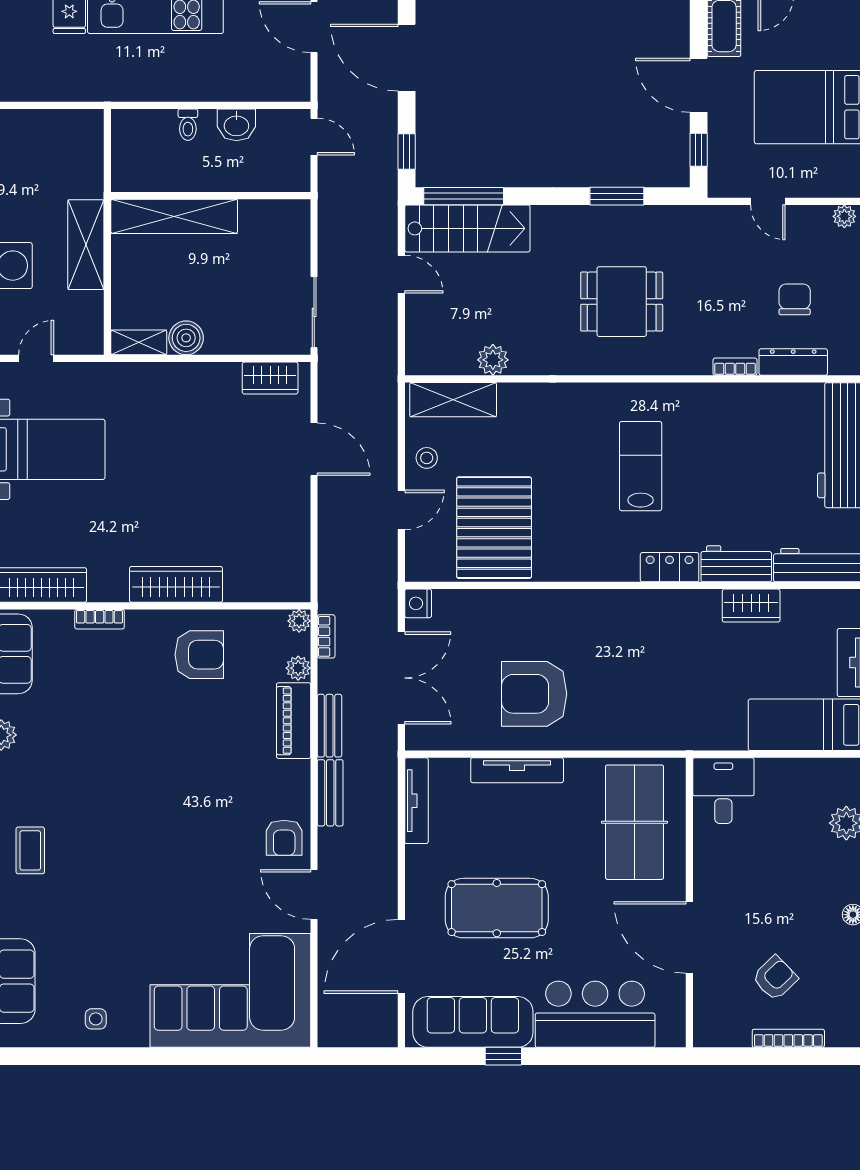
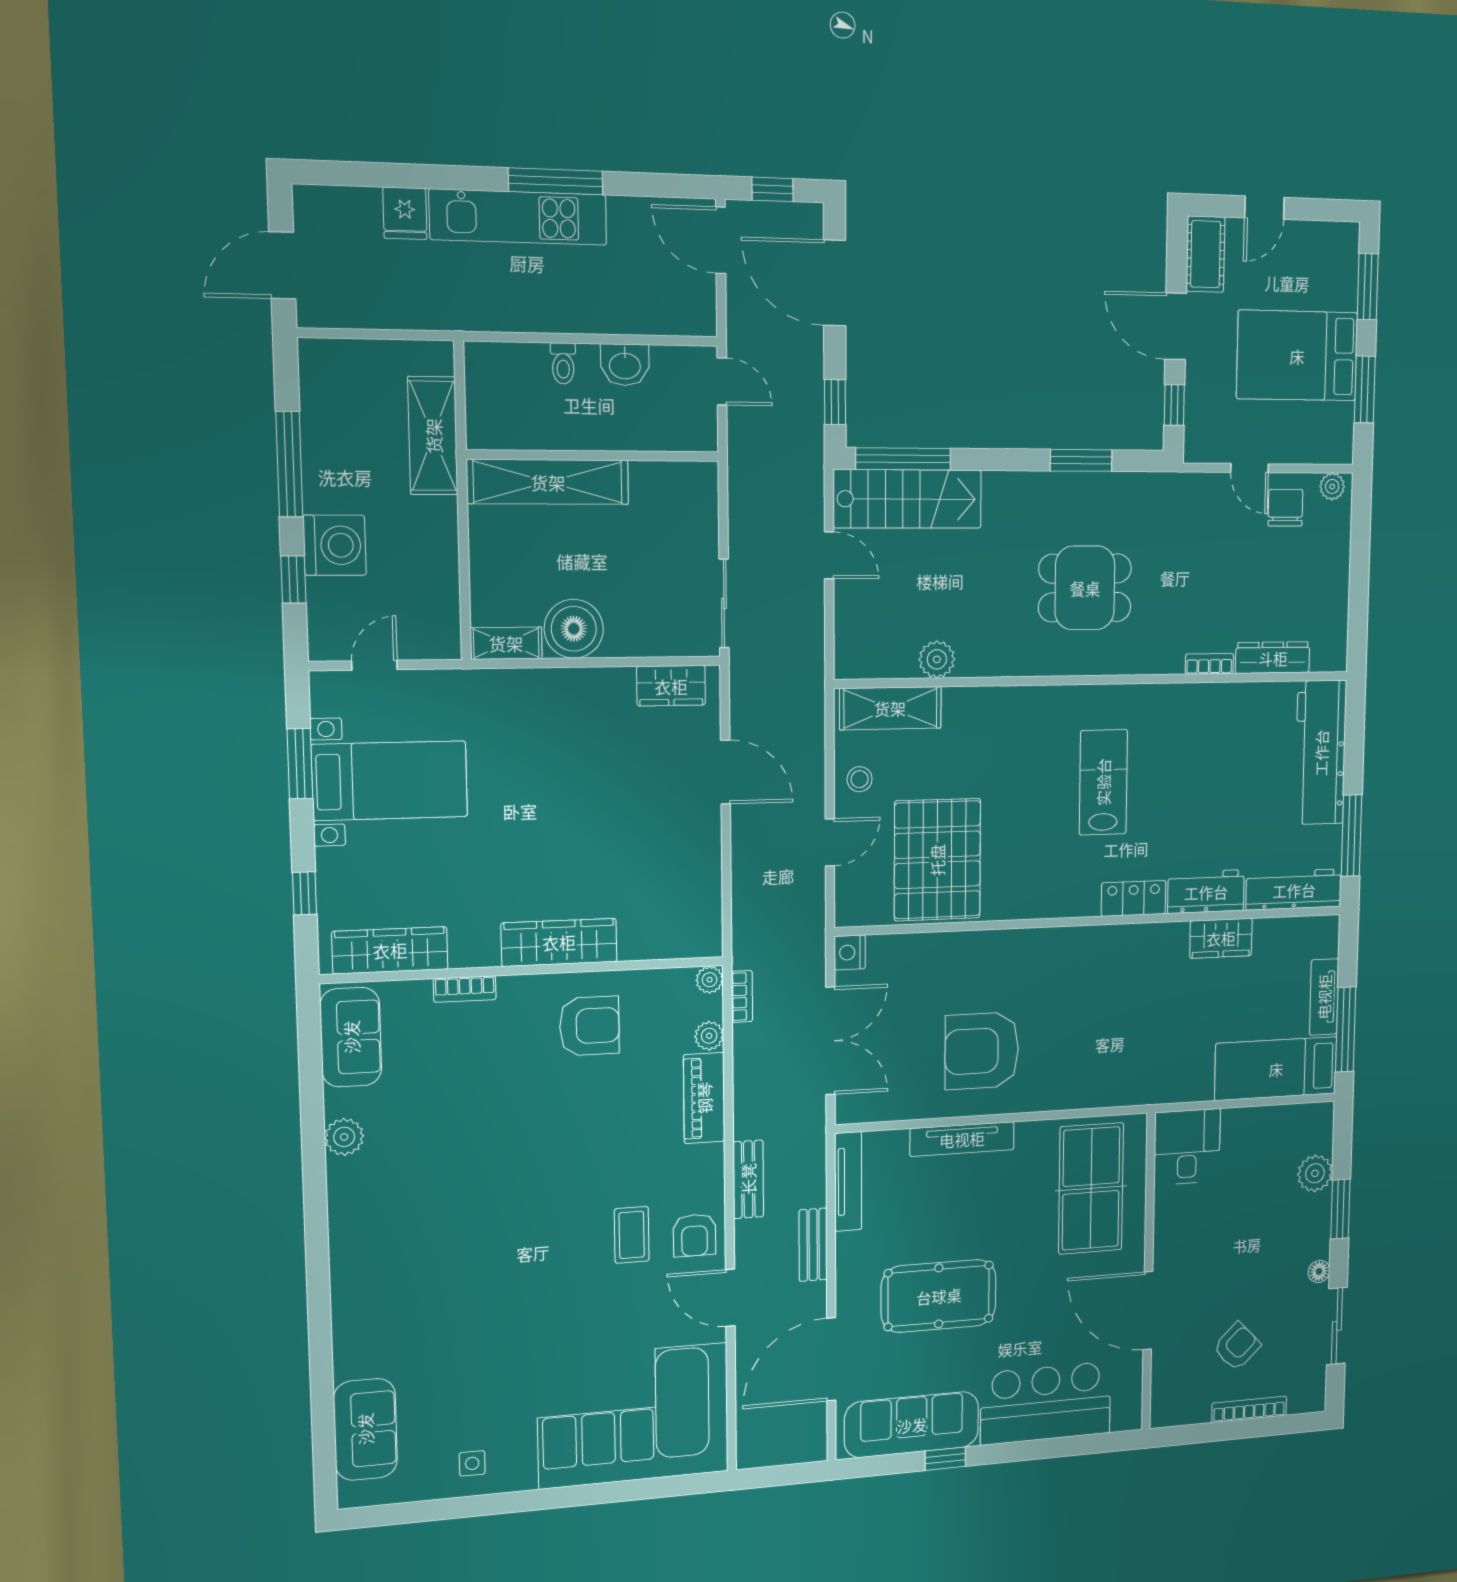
shelving: (86, 245) -> (433, 436), moved
chair: (795, 299) -> (1285, 508), moved
boiler: (186, 338) -> (574, 629), width x1.37, depth x1.37
bench: (330, 726) -> (813, 1245), moved
coffee table: (30, 850) -> (632, 1235), moved

